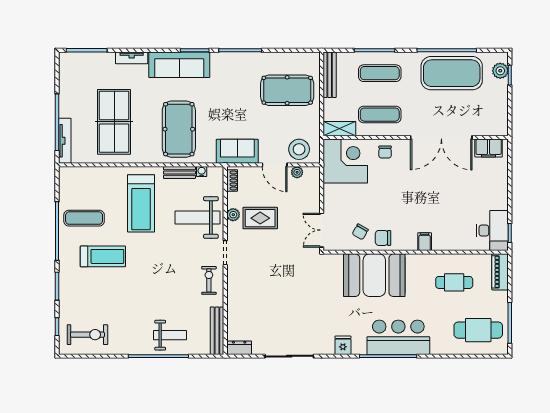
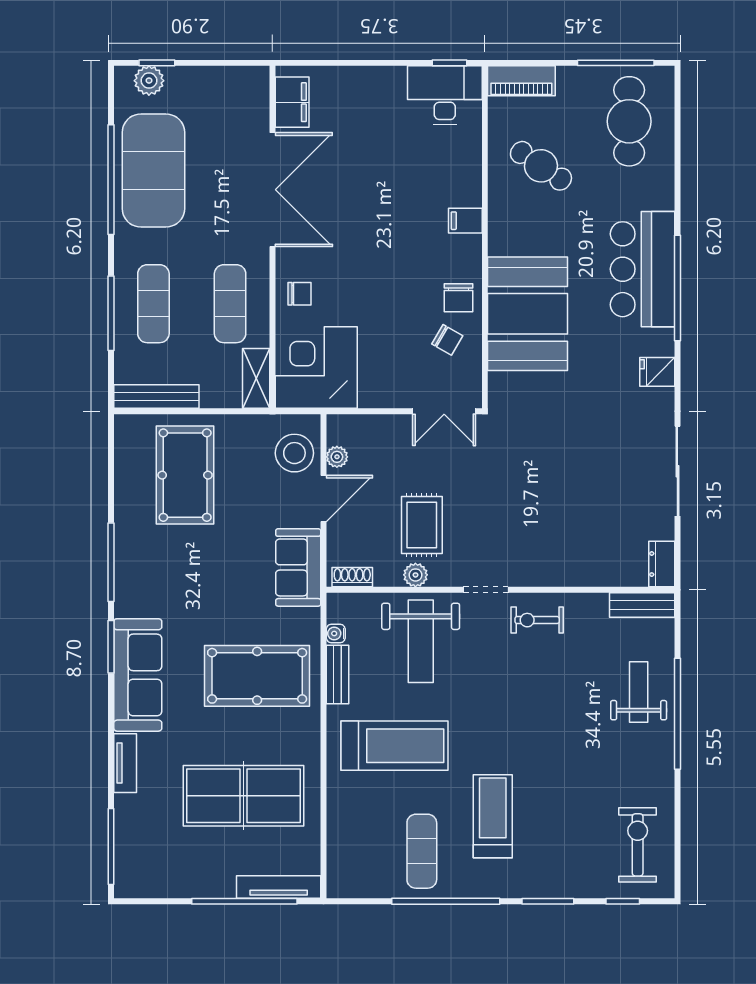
cafe table: (454, 282) -> (541, 166), turned -56
bench: (217, 331) -> (642, 605), width x0.73

